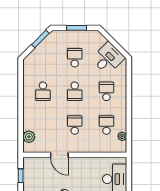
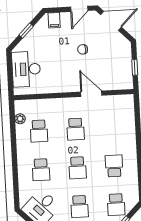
school desk: (43, 58) -> (116, 205), added
school desk: (75, 91) -> (77, 168), turned 180
plant: (29, 137) -> (128, 113), removed

